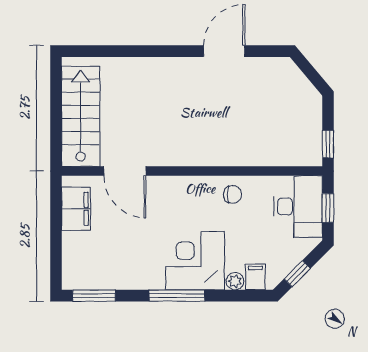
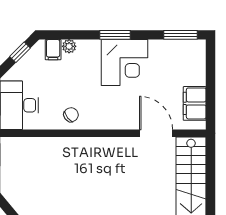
chair: (233, 195) -> (71, 115), turned 142
corner desk: (195, 261) -> (124, 63), moved
window: (177, 296) -> (115, 35), width x0.69

